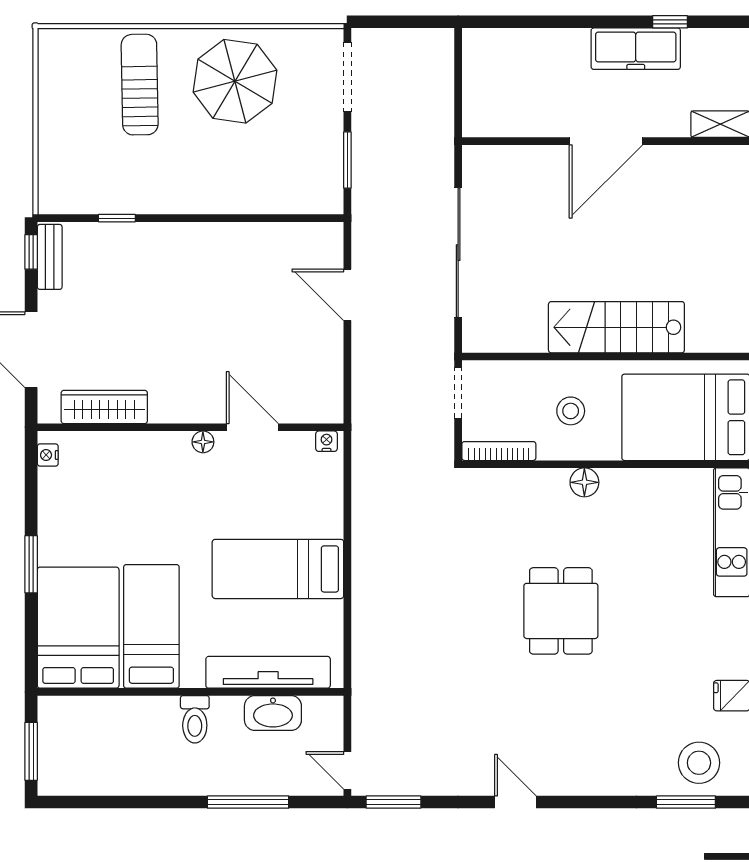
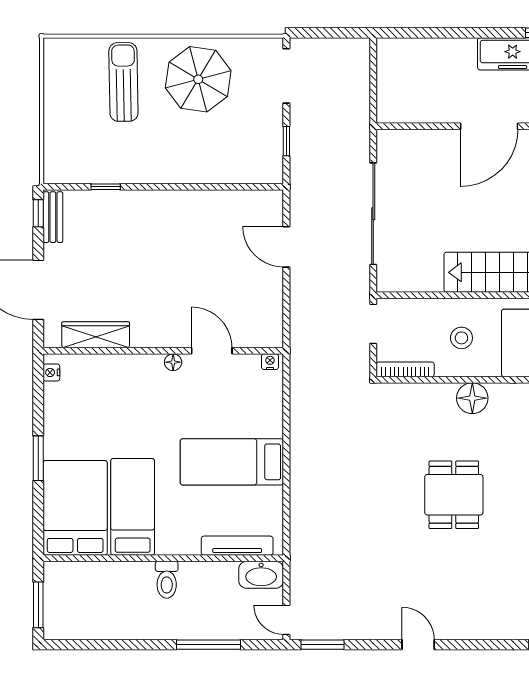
window: (347, 160) -> (286, 141), width x0.67
floor lamp: (584, 482) -> (472, 398), width x1.38, depth x1.38
tv unit: (268, 672) -> (237, 546), width x0.73, depth x0.78
washbasin: (273, 713) -> (261, 575), moved

